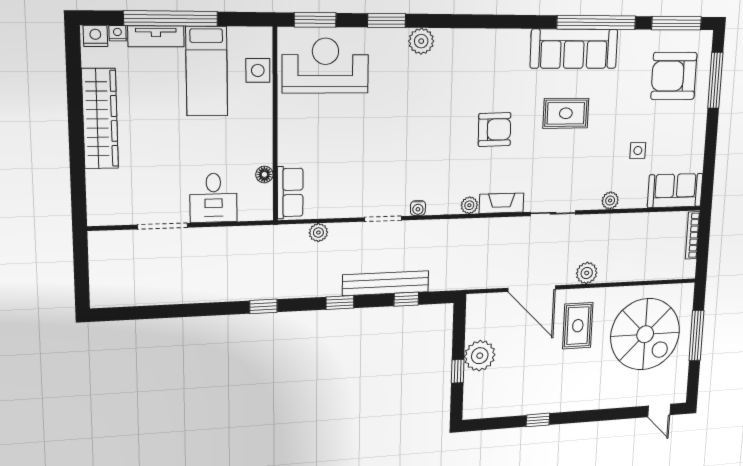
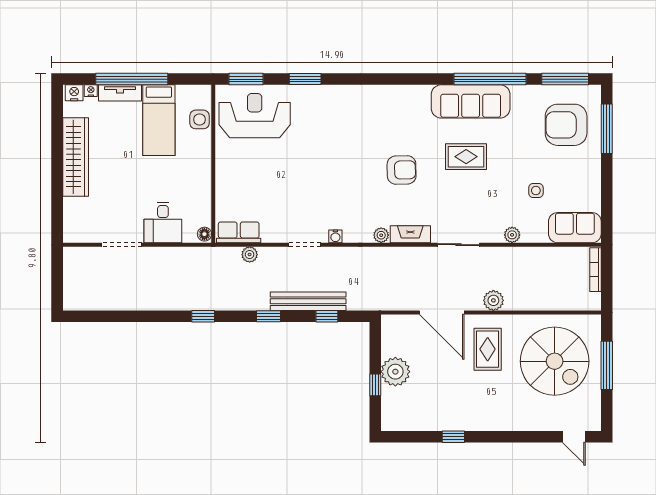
plant: (421, 41) -> (335, 96), removed
floor lamp: (264, 174) -> (204, 234), moved
row of seats: (290, 192) -> (239, 232), moved, turned -90

